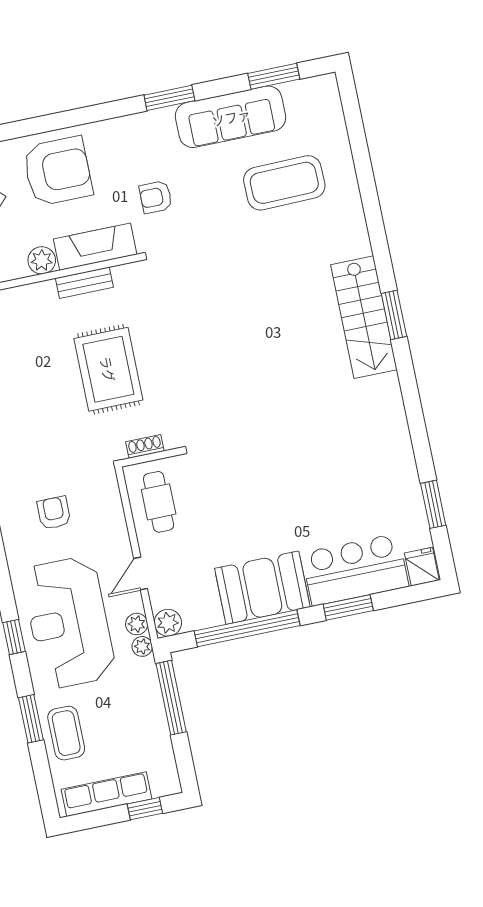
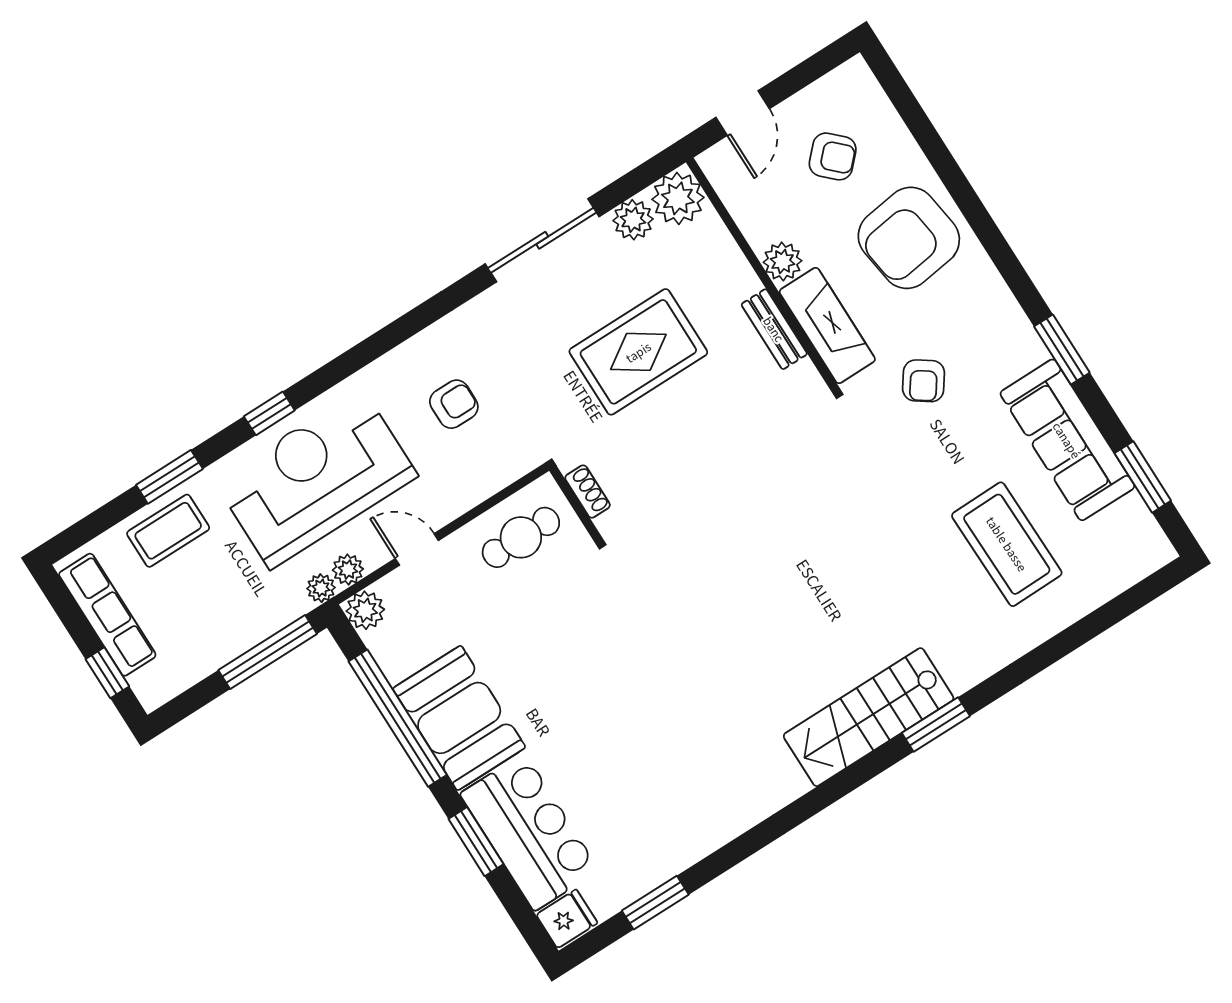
armchair: (58, 171) -> (909, 238), turned 82
armchair: (156, 197) -> (924, 381), turned -145
window: (394, 315) -> (936, 725), moved
rug: (108, 369) -> (638, 352), moved

